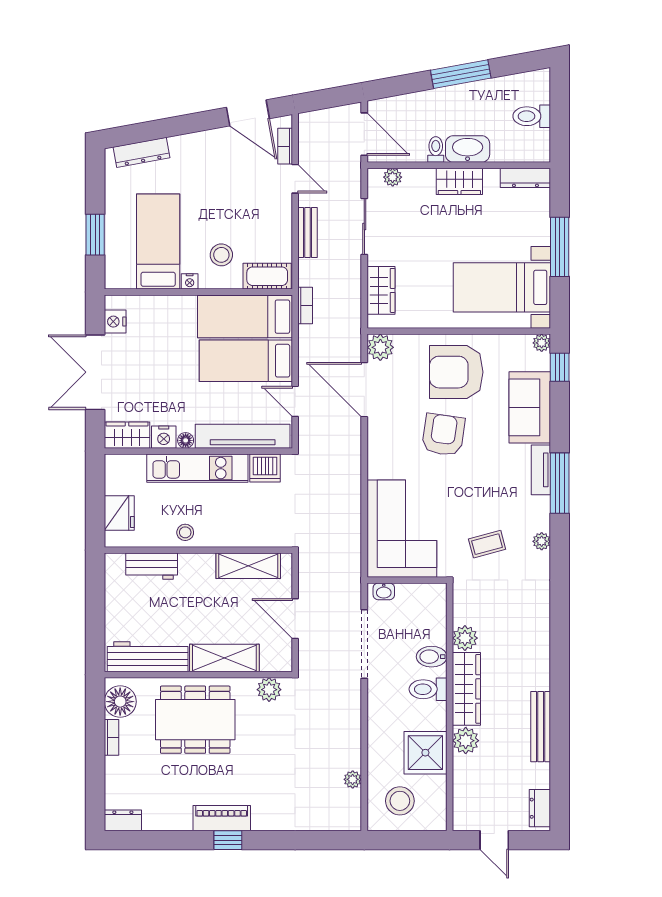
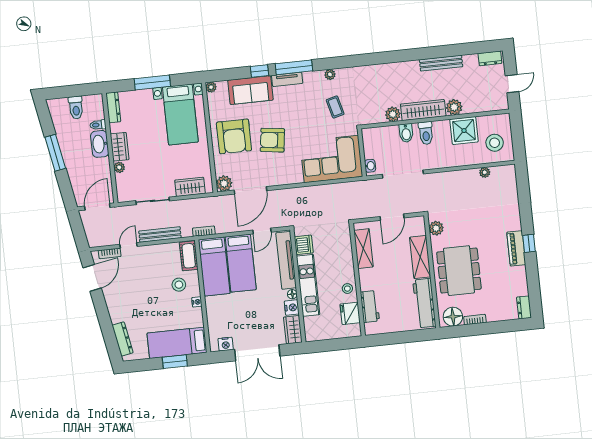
toilet: (436, 150) -> (98, 125), moved
plant: (393, 177) -> (119, 167), moved
bench: (308, 233) -> (160, 234), width x1.36
bed: (158, 242) -> (177, 343), moved
window: (560, 367) -> (260, 71), moved
fridge: (119, 513) -> (350, 313), moved, turned -90

